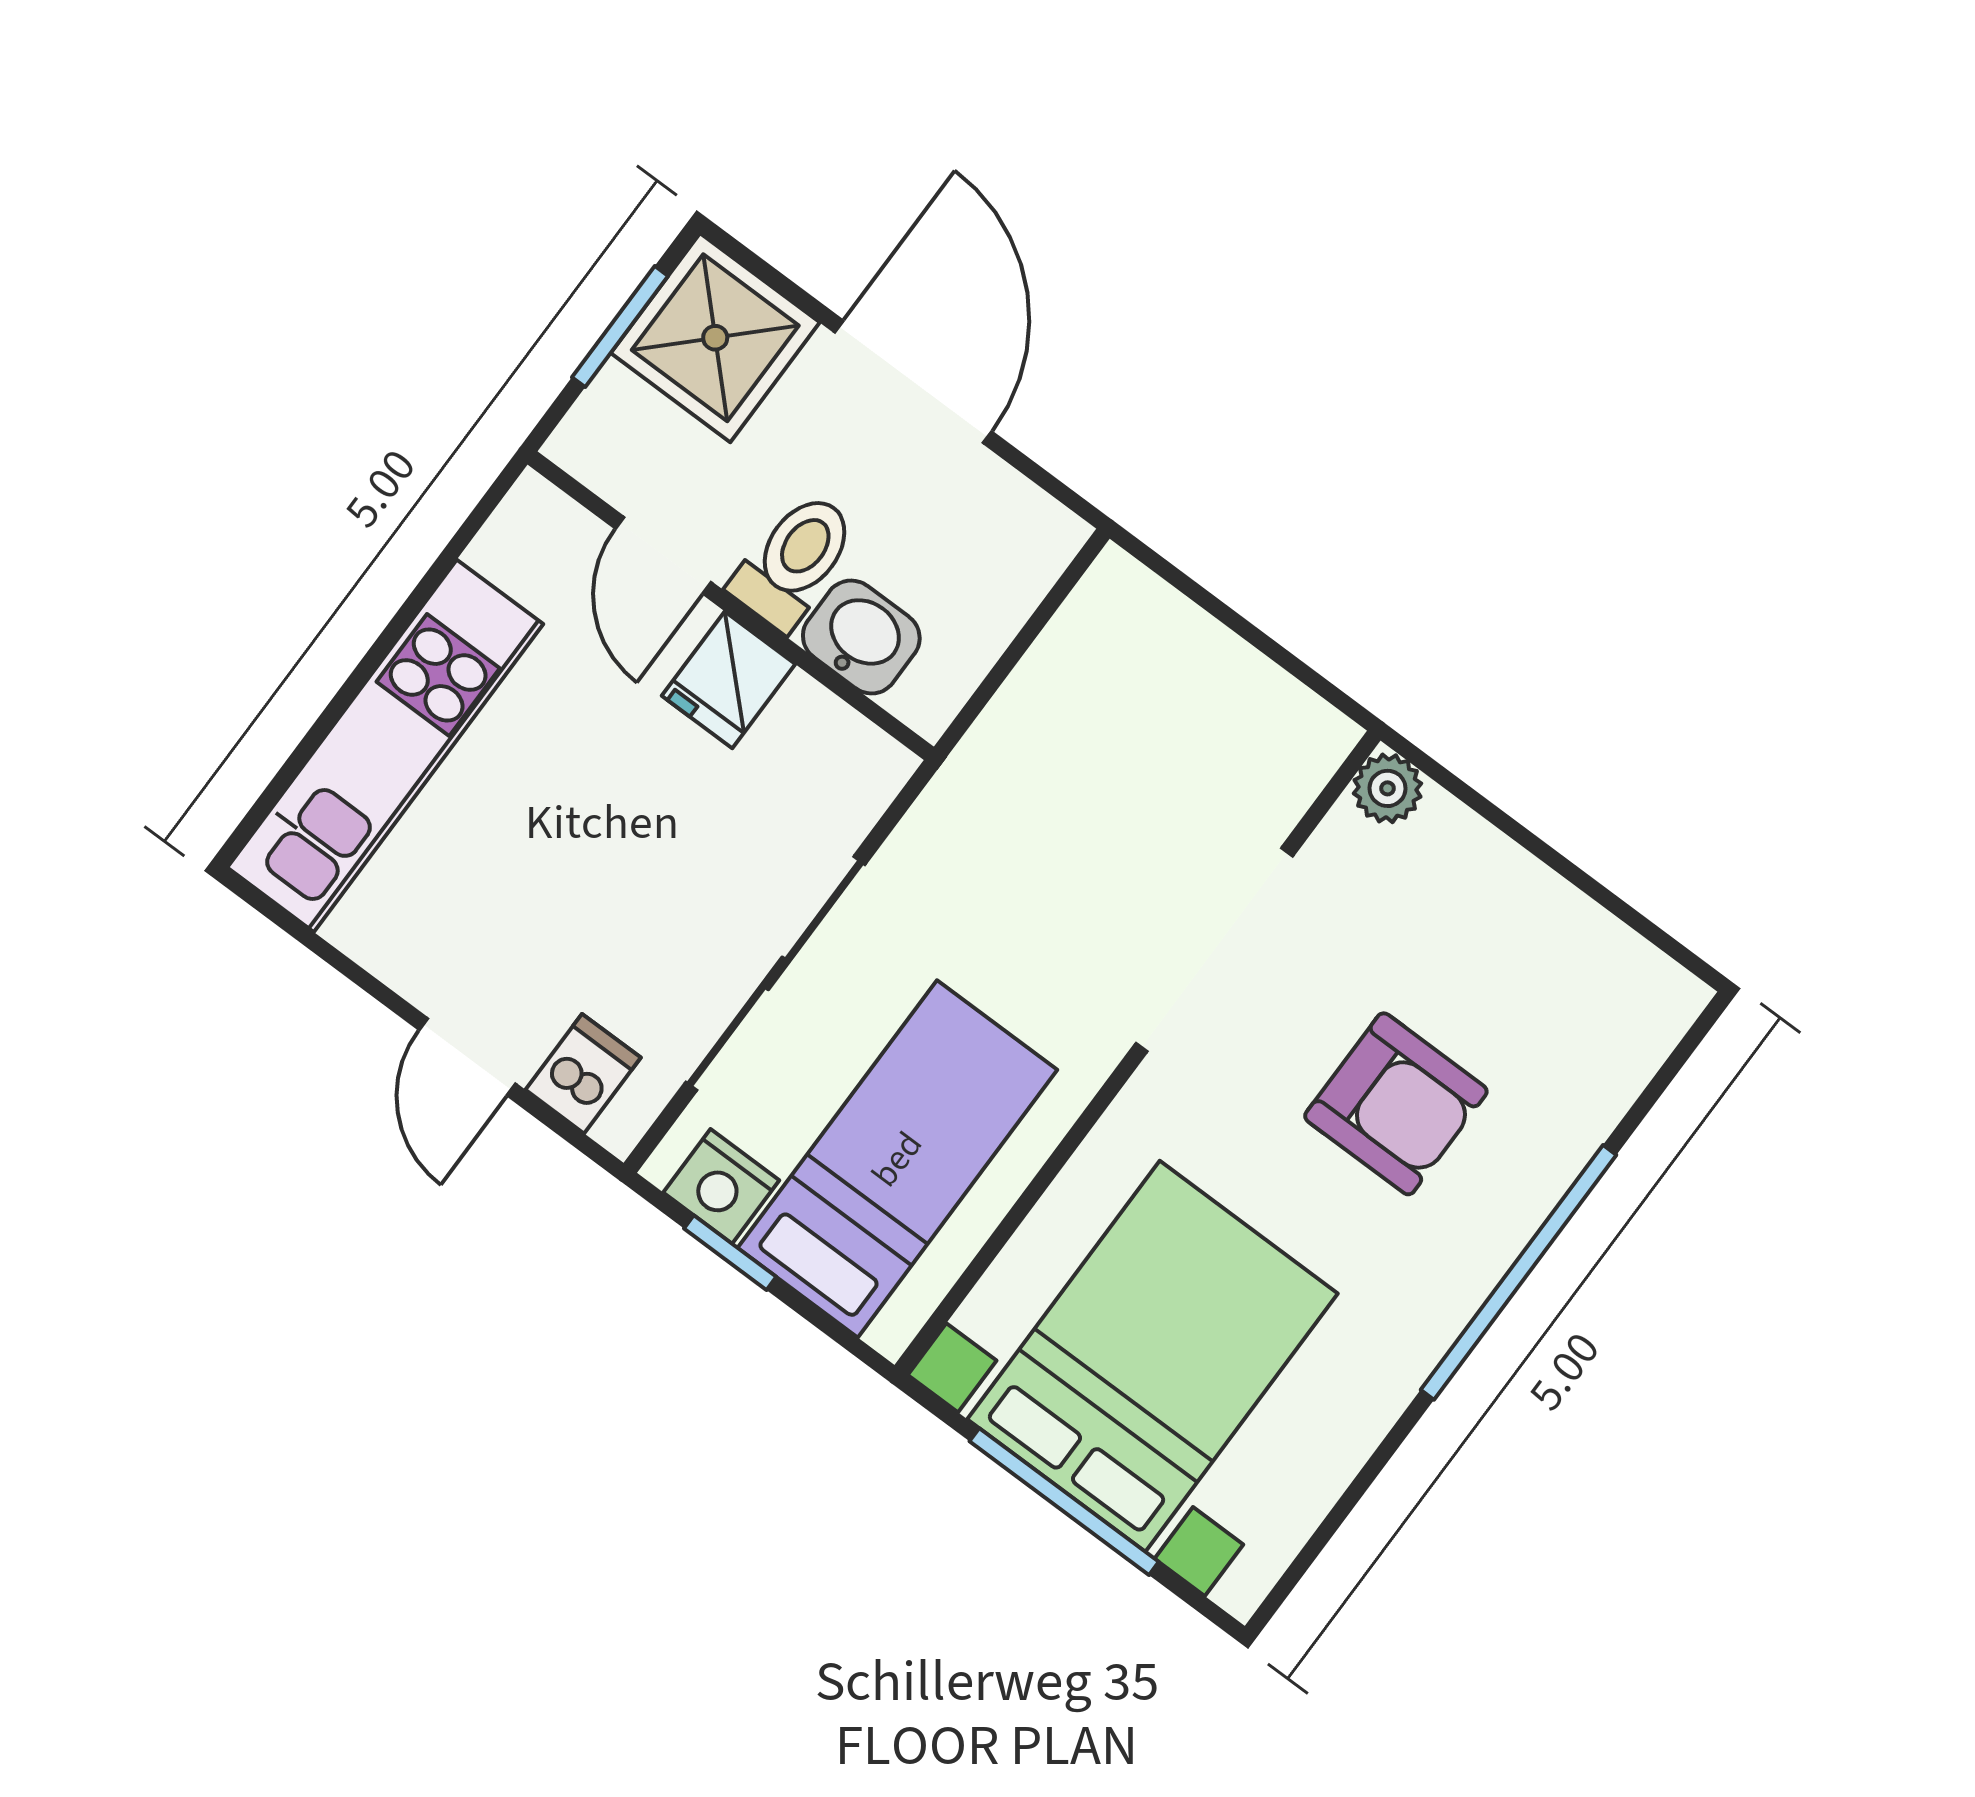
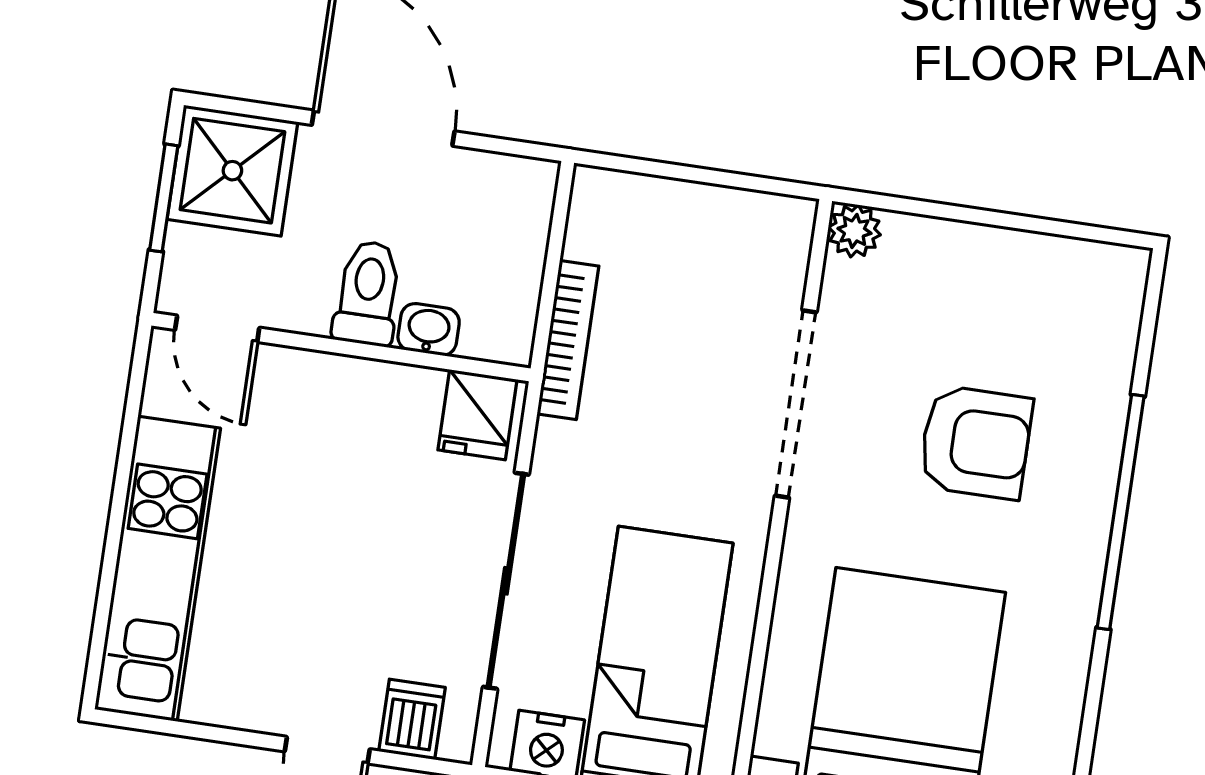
door: (663, 555) -> (217, 329), moved
washbasin: (861, 637) -> (429, 329), width x0.72, depth x0.69
fridge: (728, 680) -> (477, 415), moved
bookcase: (994, 737) -> (568, 340), added

